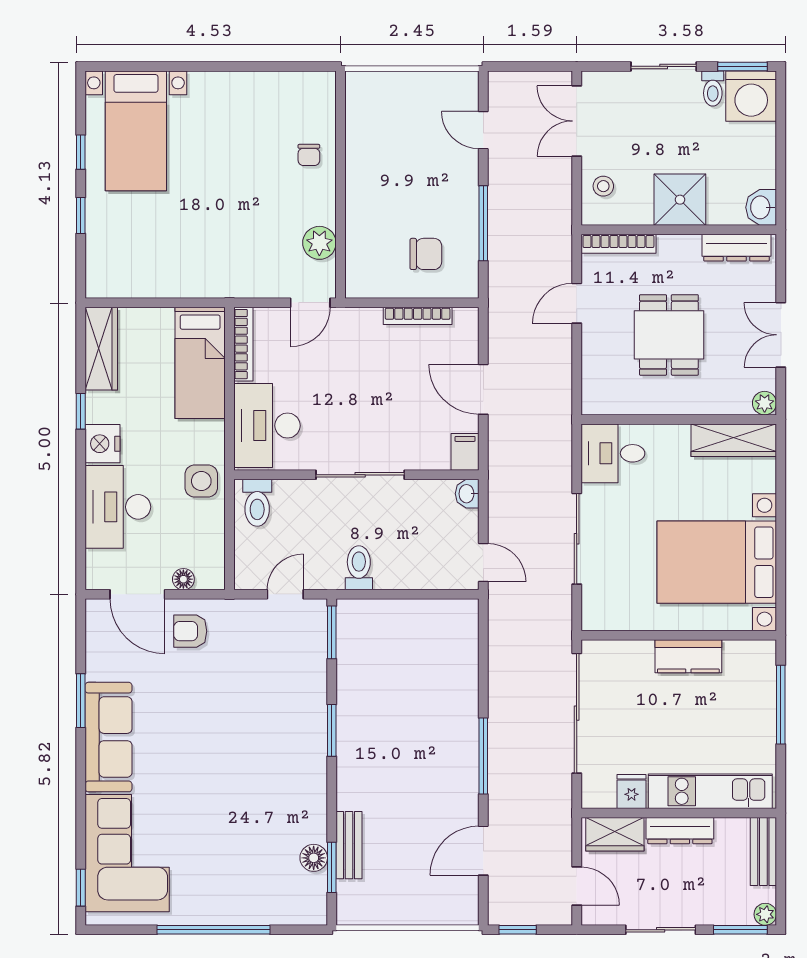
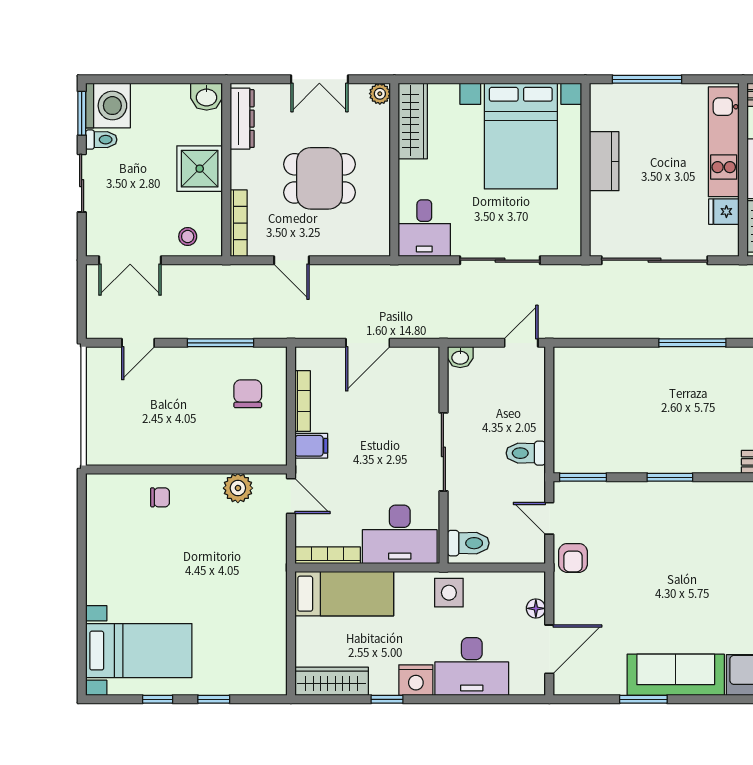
filing cabinet: (465, 452) -> (311, 446), moved, turned 180
armchair: (190, 631) -> (573, 558), moved

